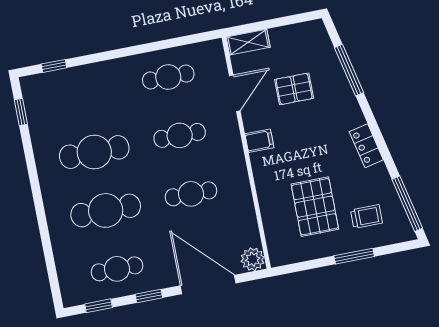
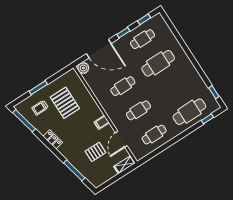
cafe table: (94, 152) -> (189, 112), moved

